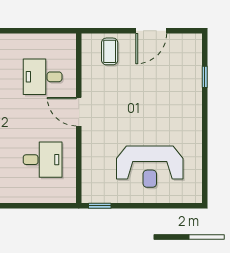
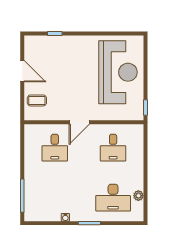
desk: (43, 160) -> (113, 148), turned 180
reception desk: (150, 167) -> (118, 72), width x1.36, depth x1.30

